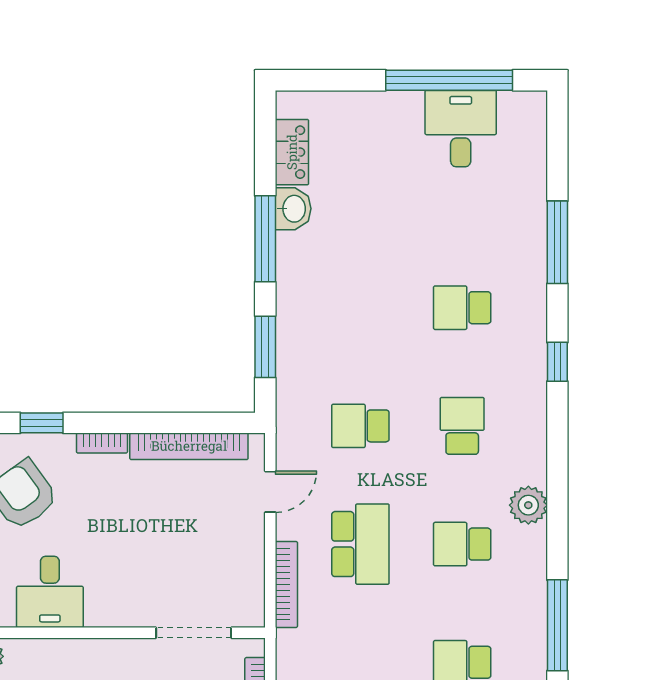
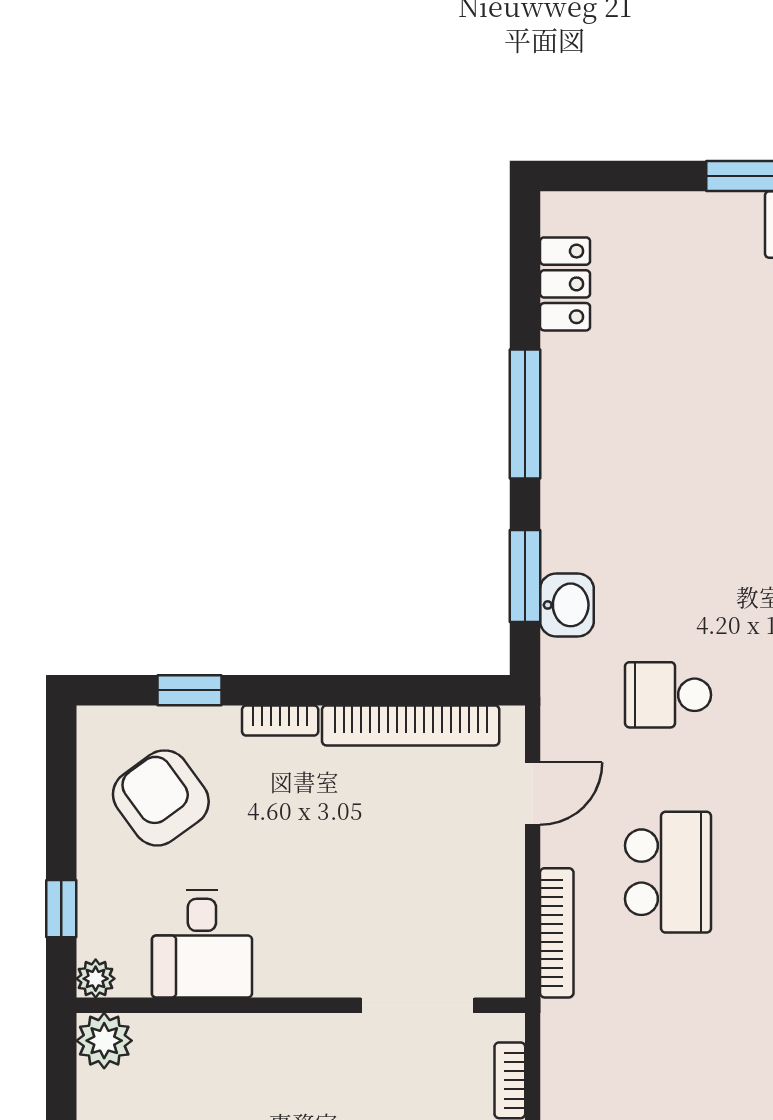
washbasin: (293, 209) -> (567, 605), moved

